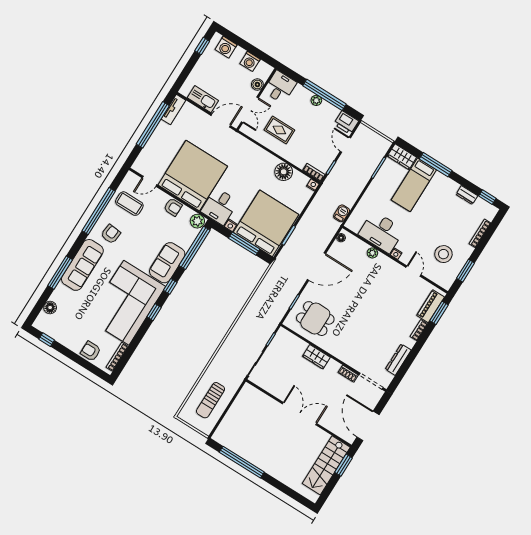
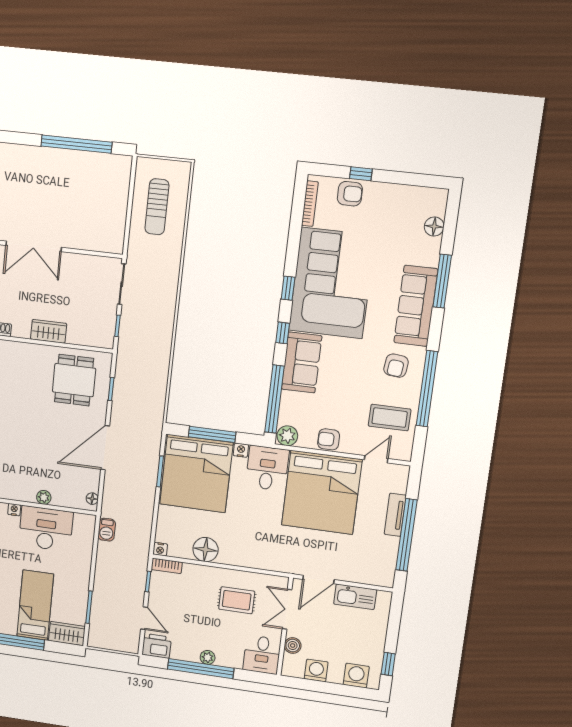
tv unit: (173, 110) -> (395, 515), moved
dining table: (315, 319) -> (74, 380), turned 90
window: (47, 340) -> (361, 174), moved
sun lounger: (211, 400) -> (157, 207), turned 180

